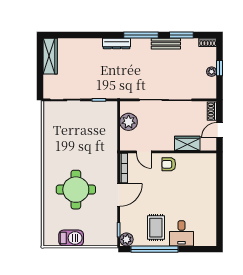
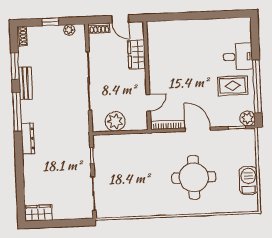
wardrobe: (50, 56) -> (38, 213), width x0.67
plant: (212, 72) -> (69, 30), moved
armchair: (169, 164) -> (161, 74), removed

